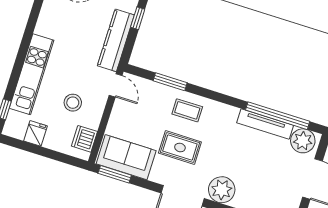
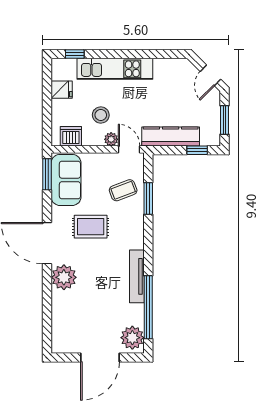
door: (116, 85) -> (129, 149), swing flipped
plant: (100, 100) -> (111, 139), added
coffee table: (187, 110) -> (123, 190), moved, turned 69
tv unit: (265, 124) -> (137, 276), moved
rug: (180, 147) -> (91, 227), turned 90

